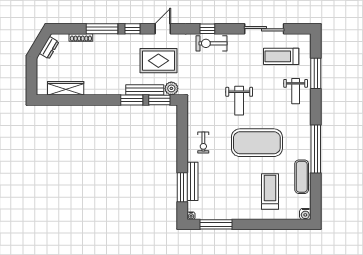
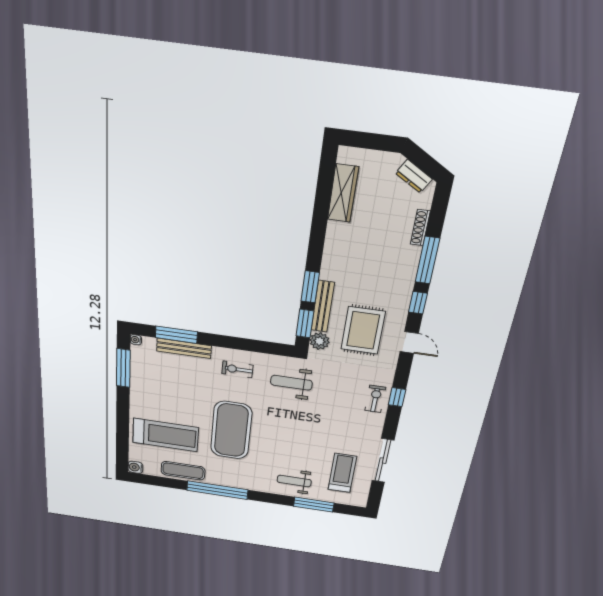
exercise bike: (211, 43) -> (375, 399), width x0.73, depth x0.72
weight bench: (239, 101) -> (291, 383), moved
treadmill: (270, 192) -> (166, 435), width x1.37, depth x1.38

